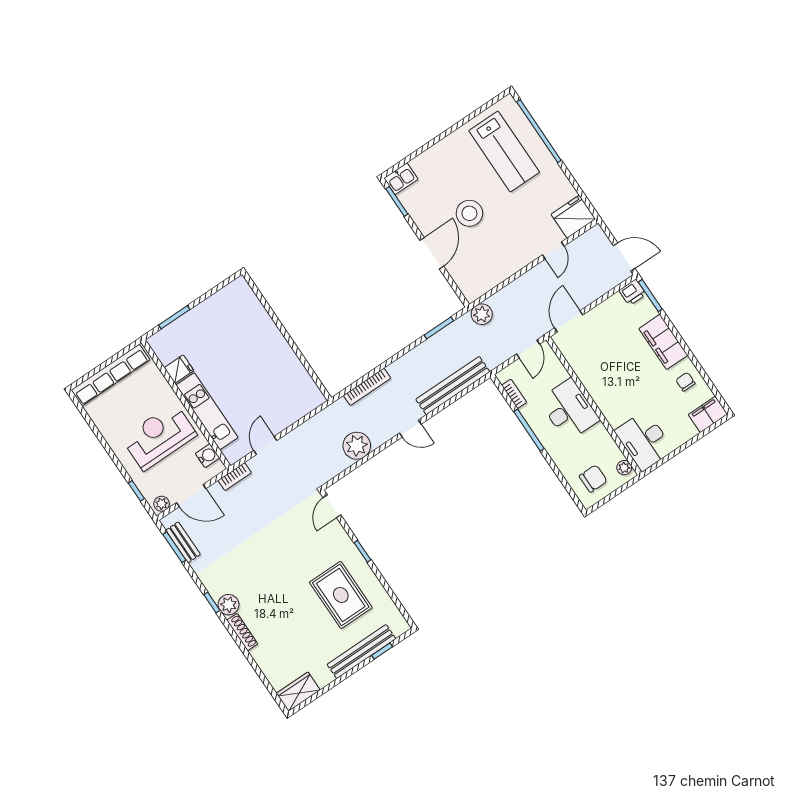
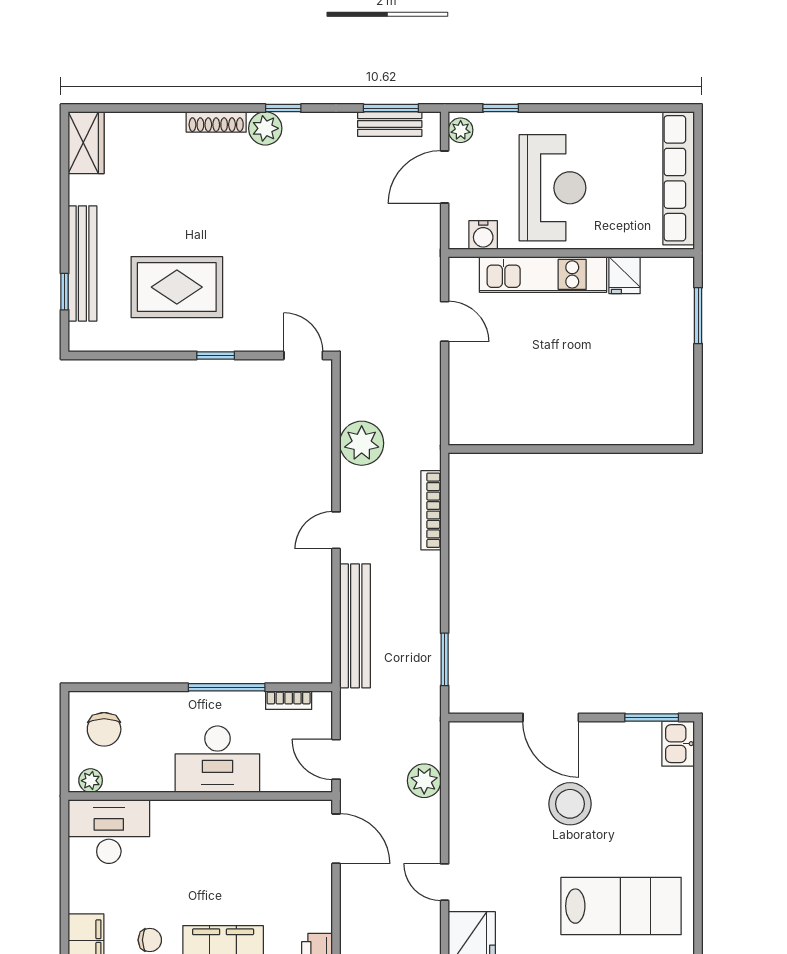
lab bench: (504, 152) -> (621, 906), turned 180
plant: (482, 314) -> (424, 781), moved
bookcase: (235, 477) -> (431, 252), removed

